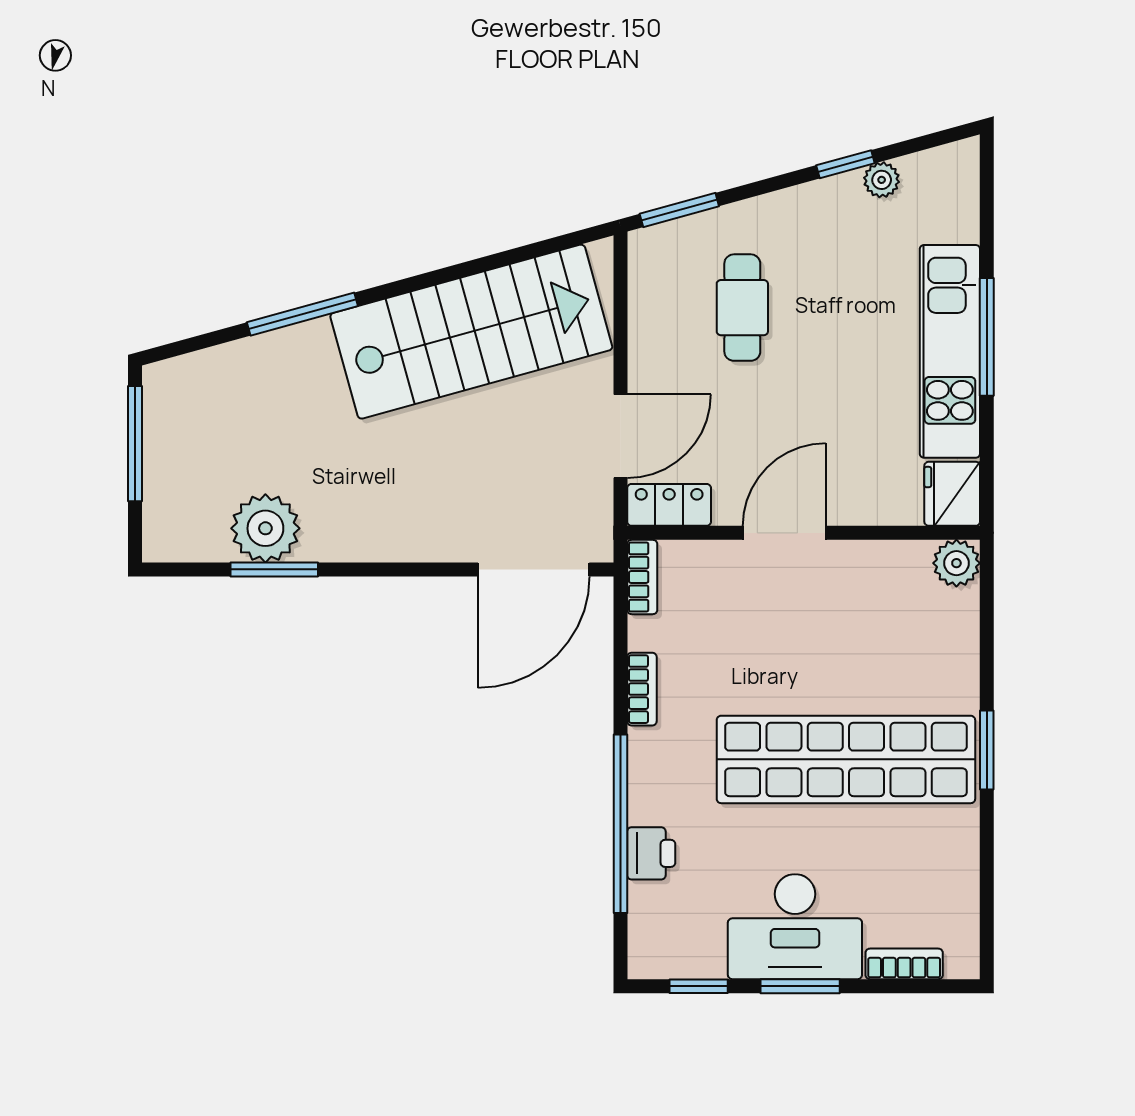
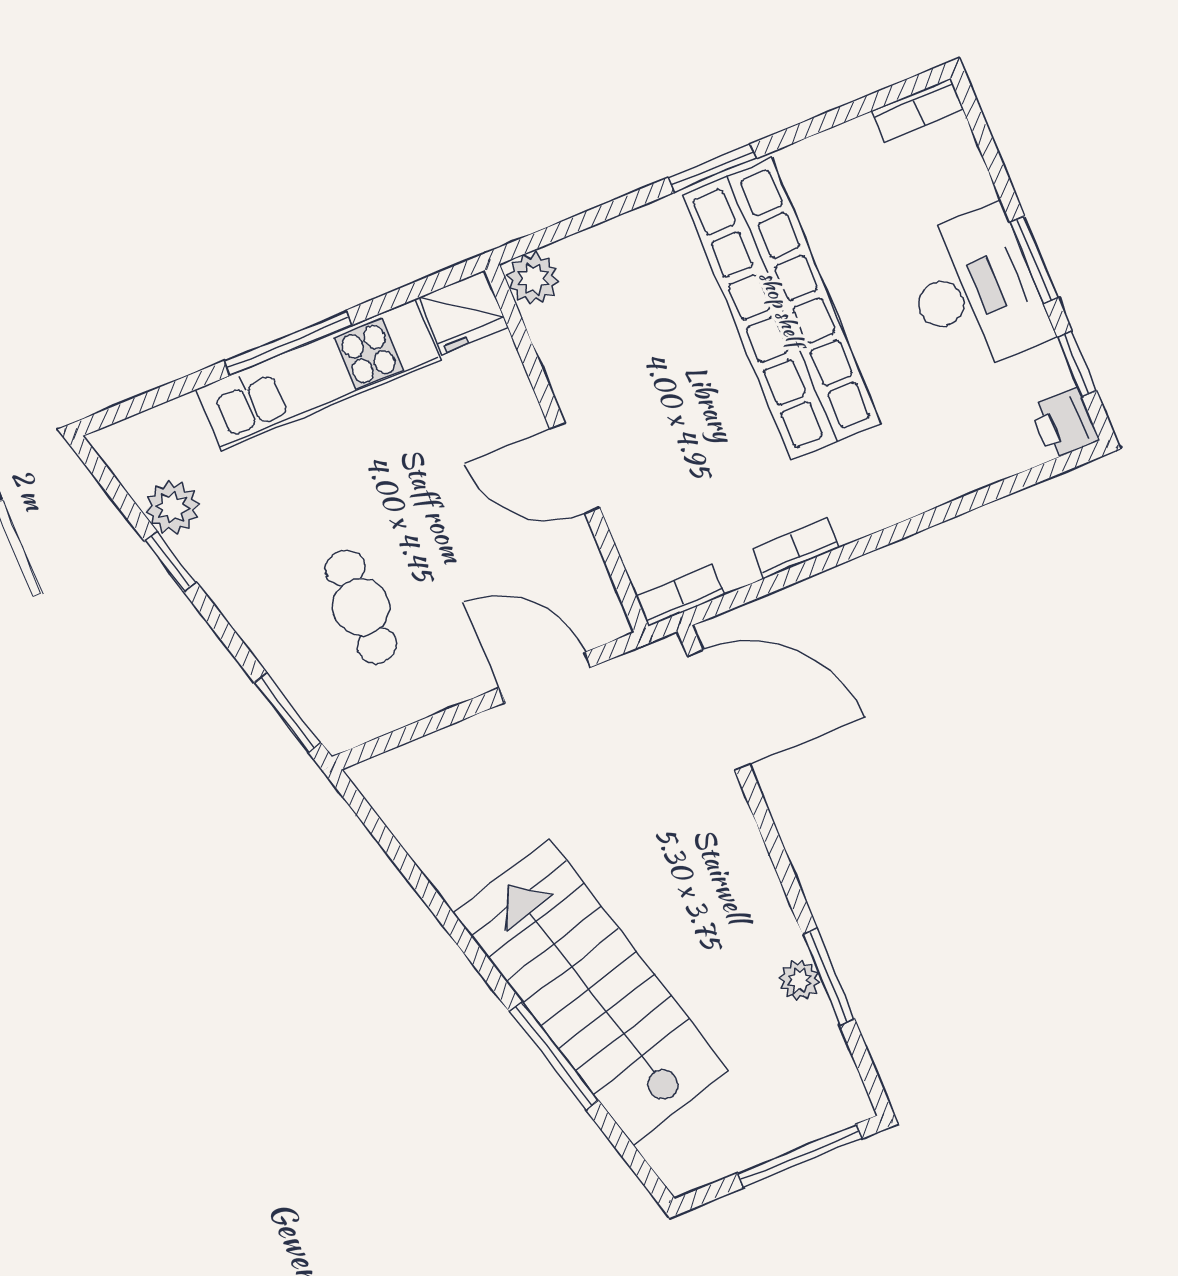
plant: (882, 180) -> (172, 507), width x1.38, depth x1.38
cafe table: (742, 308) -> (361, 607), turned 90
stairs: (471, 332) -> (591, 992), moved
window: (135, 444) -> (800, 1156), moved
locker: (669, 505) -> (595, 598), removed
plant: (265, 528) -> (800, 980), width x0.53, depth x0.53
window: (620, 824) -> (943, 513), removed
printer: (651, 853) -> (1064, 423), moved, turned -90
bookcase: (904, 964) -> (918, 110), moved, turned -90

